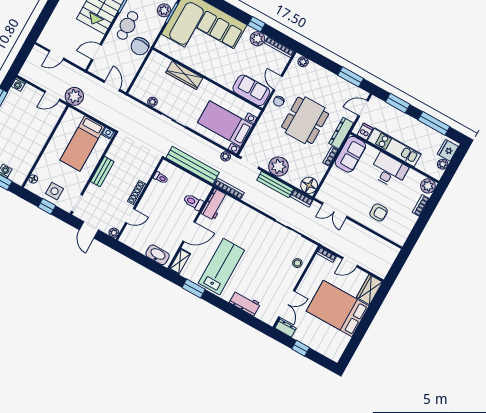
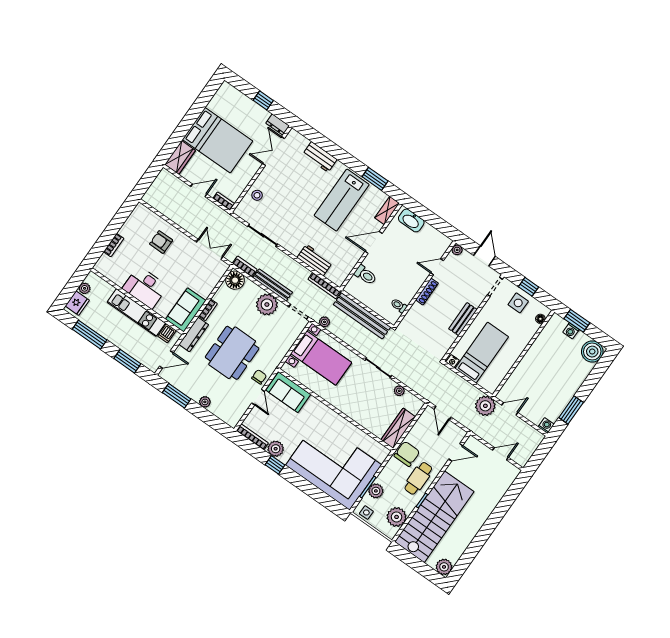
plant: (303, 62) -> (205, 402), moved
wardrobe: (184, 75) -> (398, 428), moved, turned -90
plant: (428, 186) -> (103, 266), removed
workbench: (214, 204) -> (315, 260), moved, turned 90

